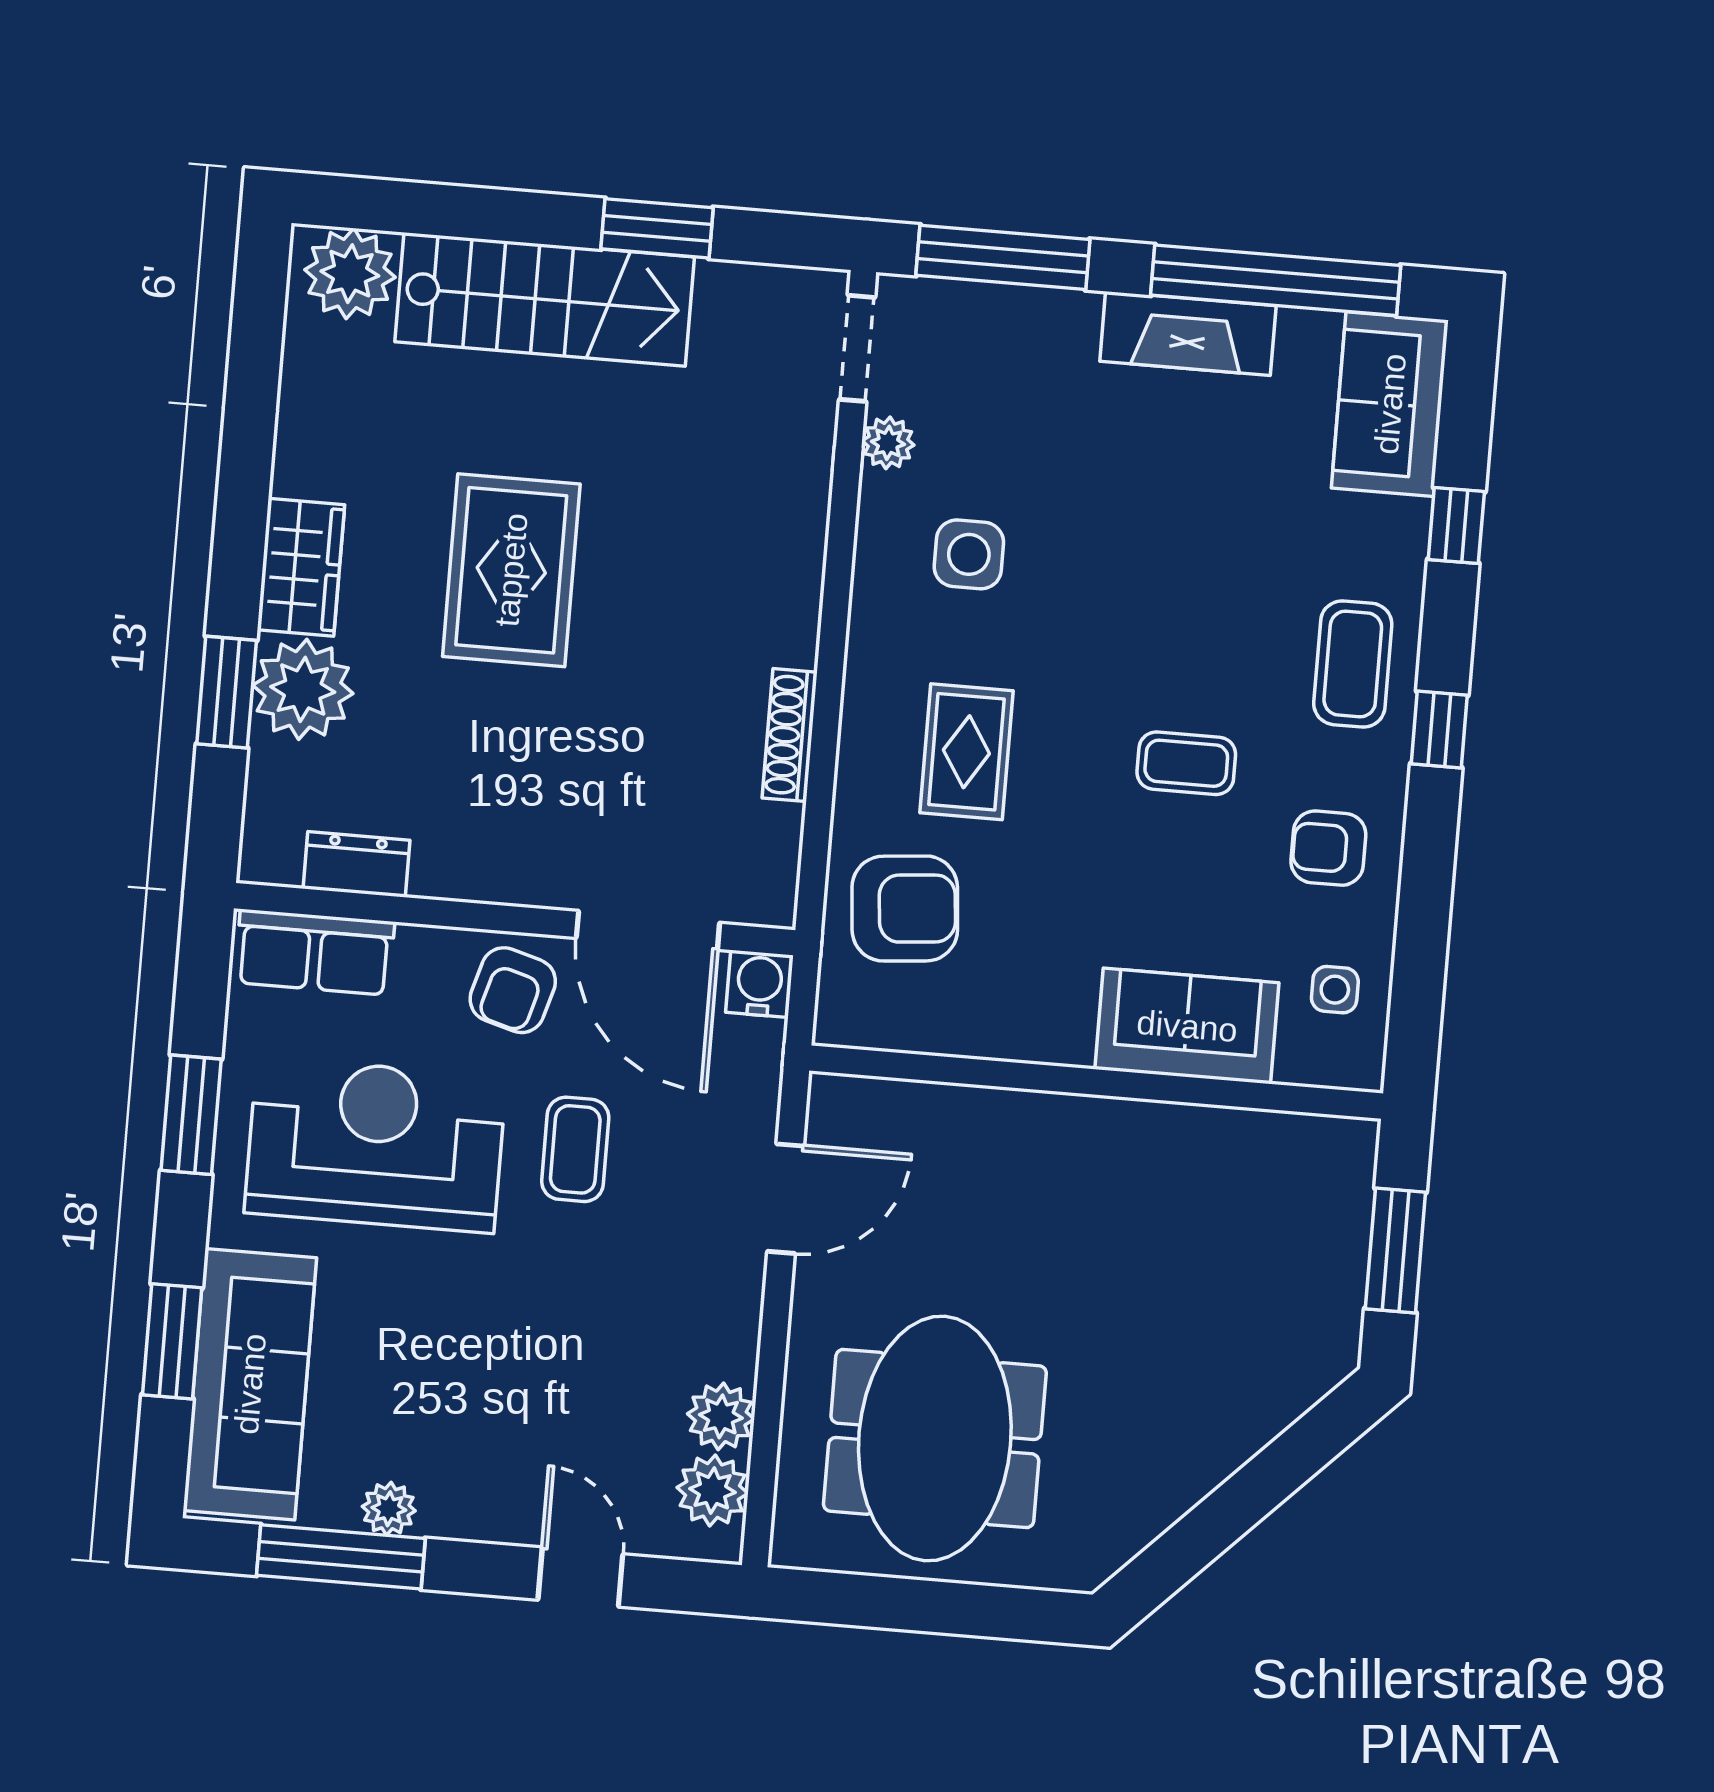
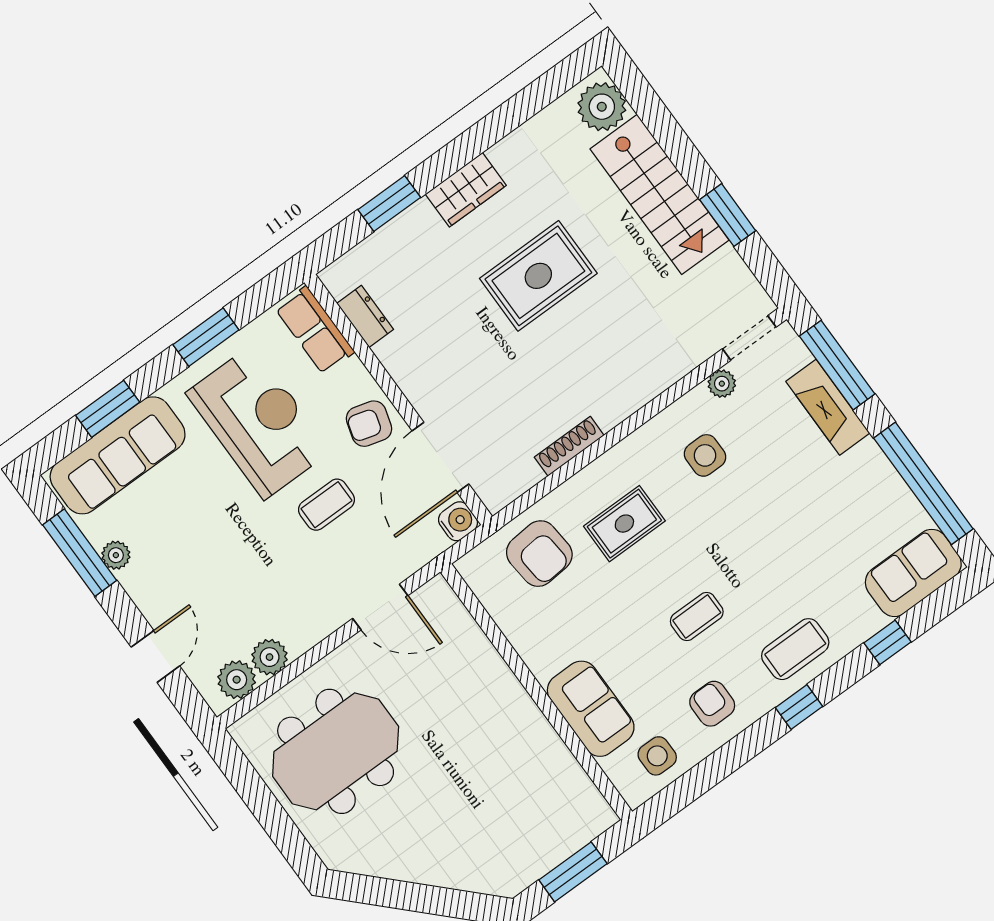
fireplace: (1188, 334) -> (828, 407), moved
plant: (303, 689) -> (417, 233), removed
coffee table: (1186, 763) -> (697, 617), turned 90
side table: (1335, 990) -> (657, 756), width x1.37, depth x1.37

